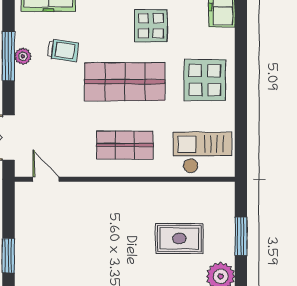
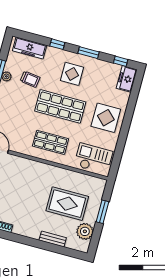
display table: (151, 26) -> (72, 74), moved
rug: (179, 238) -> (67, 204), width x1.36, depth x1.43

